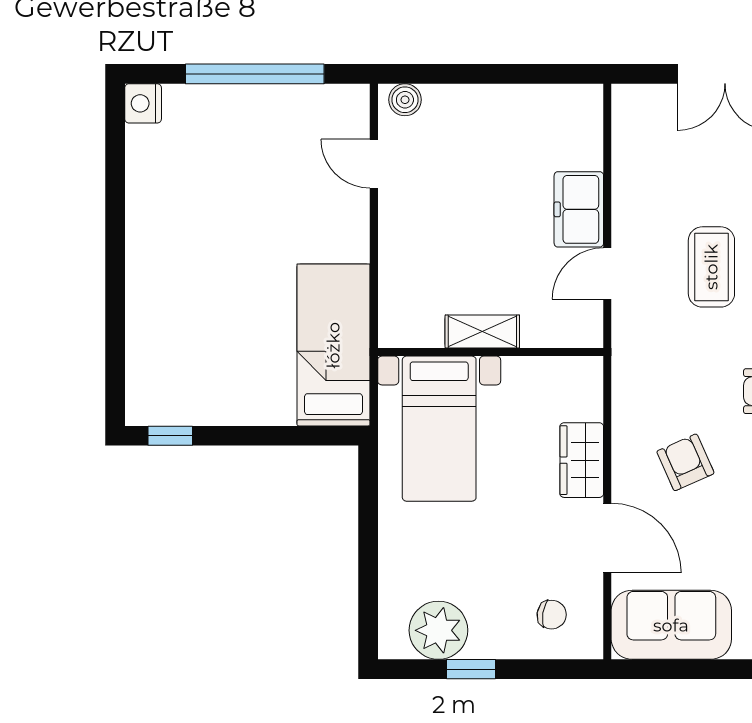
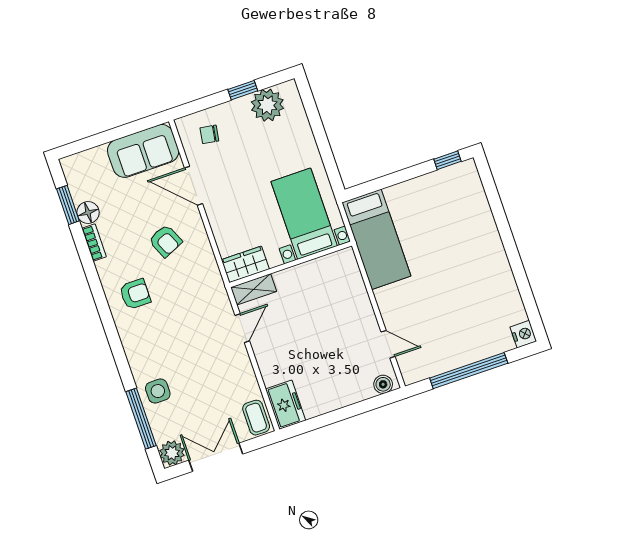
freezer: (579, 209) -> (286, 405), moved
coffee table: (711, 267) -> (256, 418), moved, width x0.73, depth x0.77
shelving: (482, 331) -> (254, 289), moved
wardrobe: (582, 460) -> (245, 264), moved, turned -90

